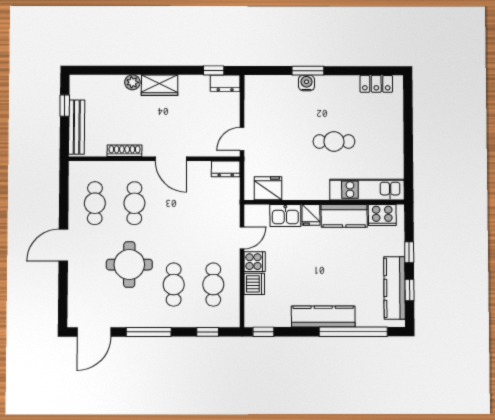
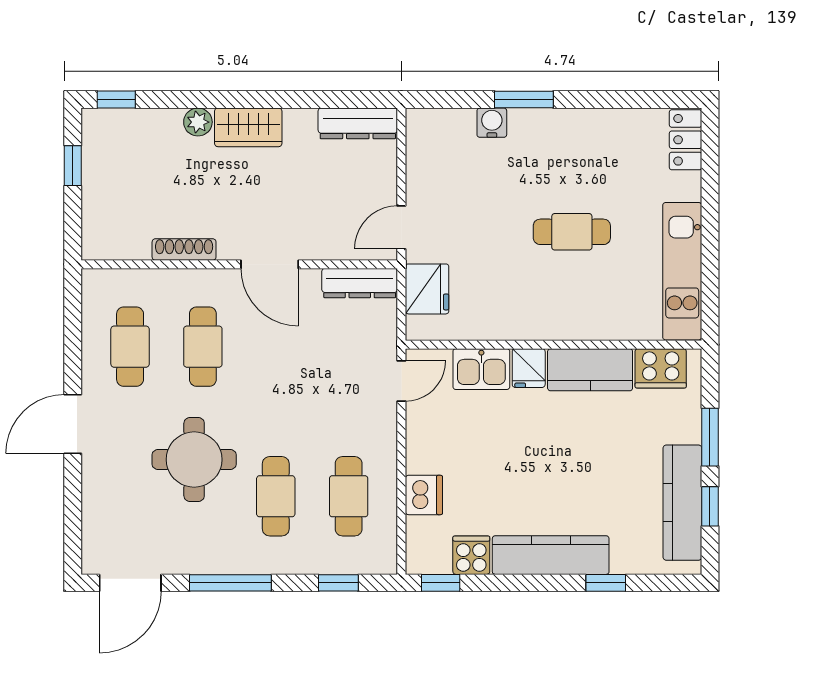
window: (214, 70) -> (116, 100), moved
dresser: (225, 83) -> (358, 123), width x1.44
water cooler: (306, 83) -> (492, 123), moved
locker: (376, 84) -> (686, 140), moved, turned 90
bench: (77, 127) -> (95, 206), removed
dresser: (226, 169) -> (360, 283), width x1.44
fridge: (268, 188) -> (427, 289), moved, turned 90
kitchen unit: (367, 190) -> (682, 271), moved, turned -90
door: (242, 238) -> (401, 381), moved
window: (409, 252) -> (710, 437), width x1.50
cooker: (255, 262) -> (471, 555), moved, turned -90
window: (353, 332) -> (606, 583), width x0.32

